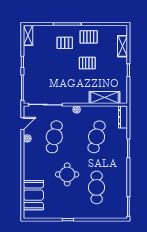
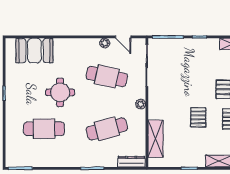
cafe table: (97, 137) -> (107, 129), turned -30

